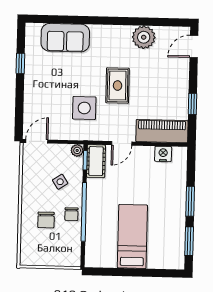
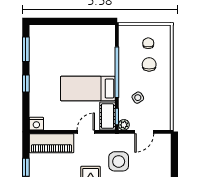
door: (37, 141) -> (144, 132), moved
nightstand: (163, 154) -> (36, 124), moved
window: (190, 201) -> (26, 84), width x0.67
chair: (71, 214) -> (148, 43), moved
bed: (132, 236) -> (88, 88), moved, turned 90

